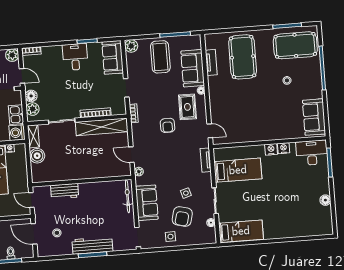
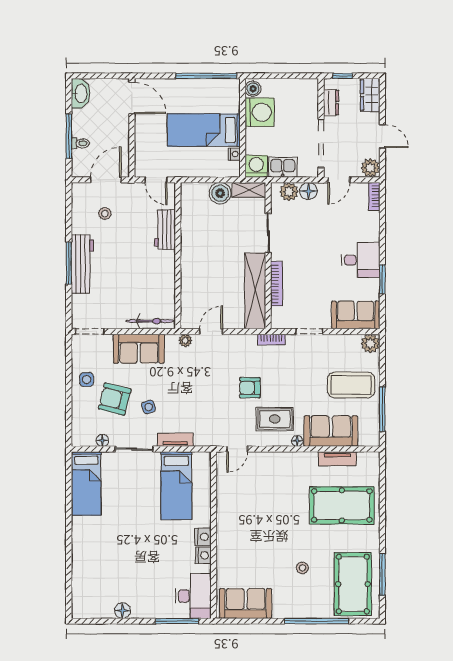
tv unit: (206, 160) -> (175, 440), moved
door: (31, 200) -> (156, 180), swing flipped

